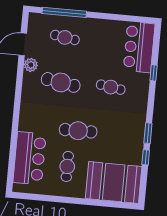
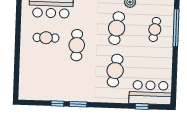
window: (154, 73) -> (142, 106), moved
cafe table: (111, 87) -> (115, 71), width x1.37, depth x1.35
booth: (114, 182) -> (35, 78), removed

